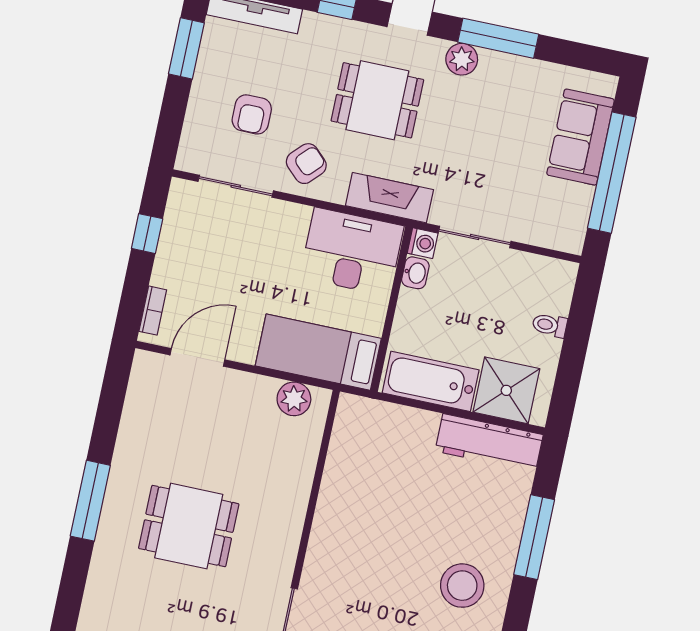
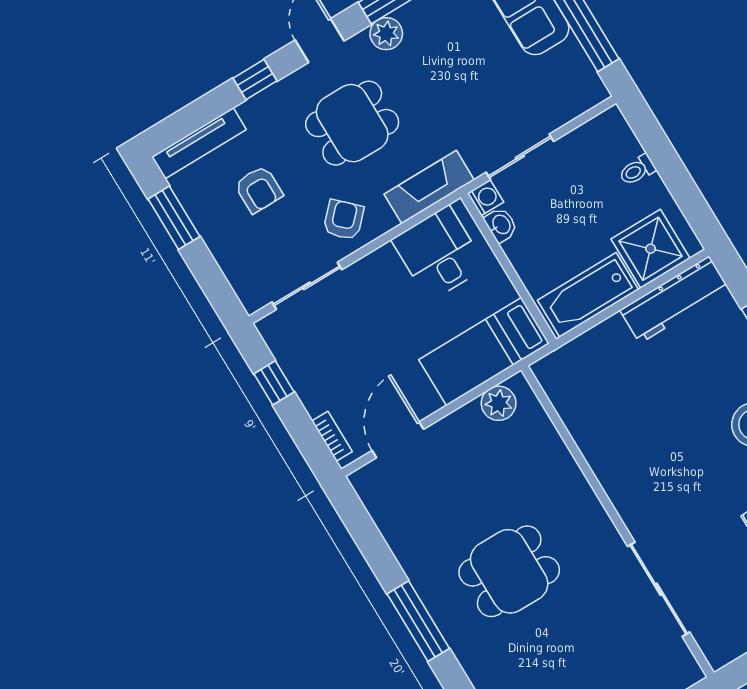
armchair: (252, 114) -> (259, 189), moved
desk: (352, 252) -> (439, 253), width x0.73

